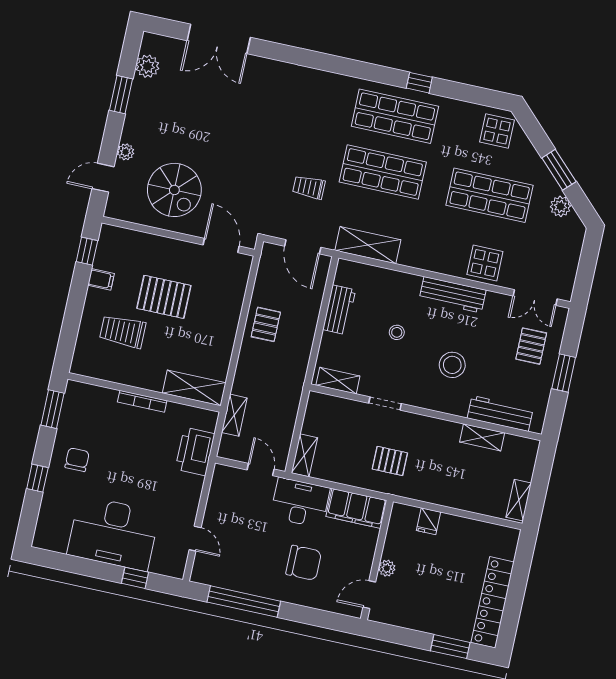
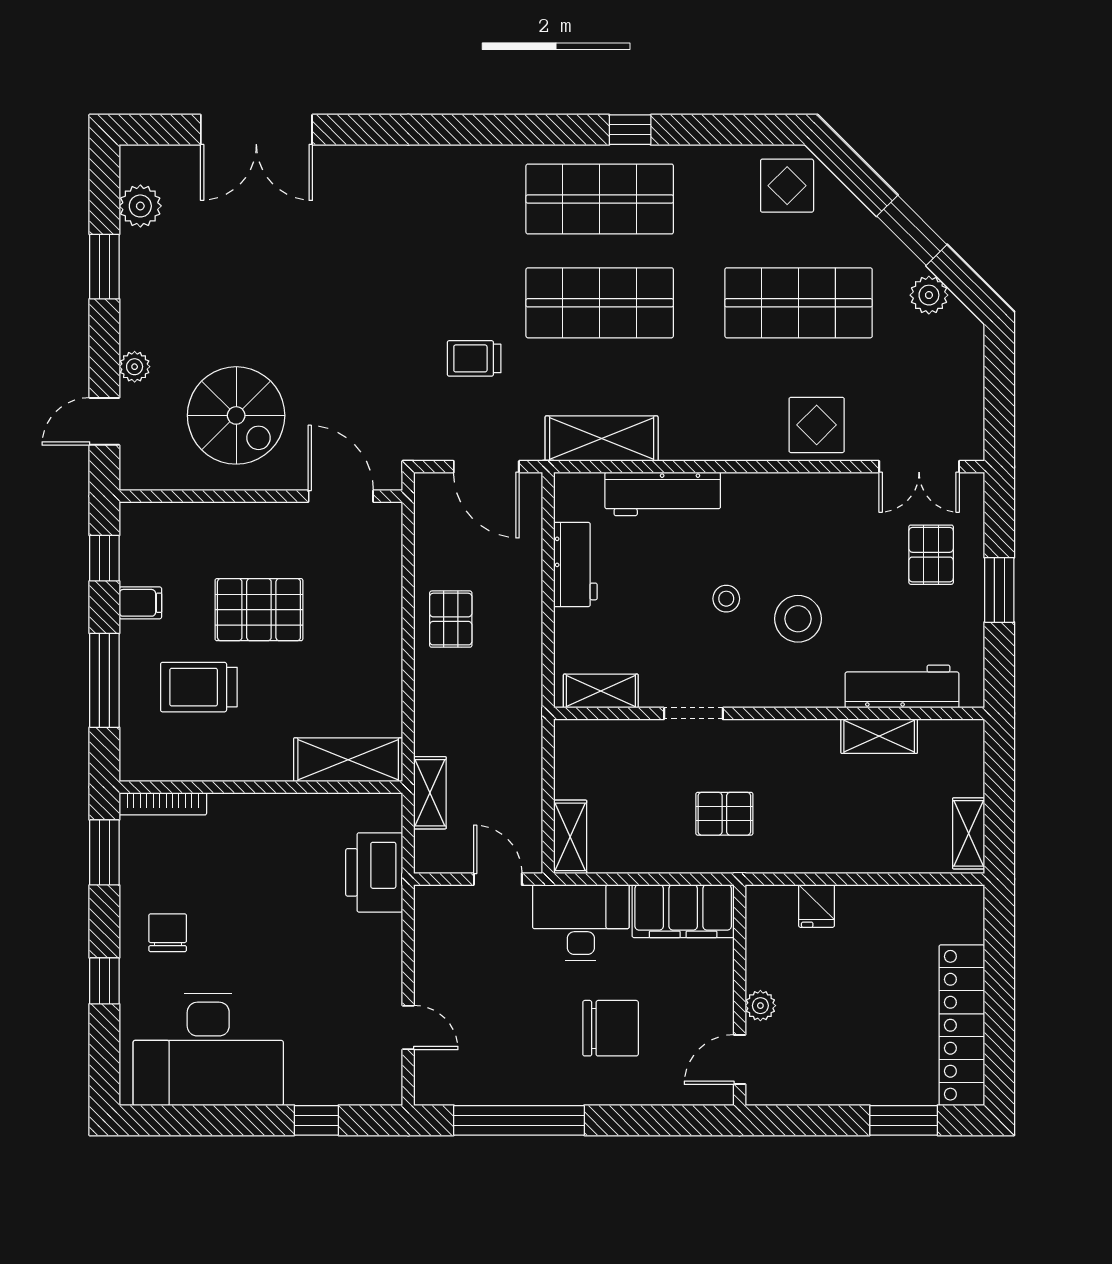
workbench: (453, 295) -> (663, 494), moved
window: (73, 317) -> (104, 680), added
stool: (397, 332) -> (726, 599), moved
bookcase: (142, 401) -> (163, 804), moved
desk: (113, 533) -> (208, 1049), moved

